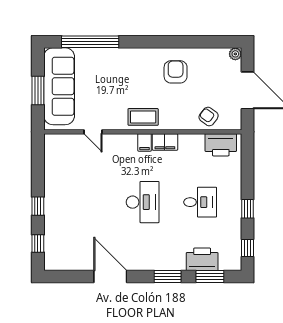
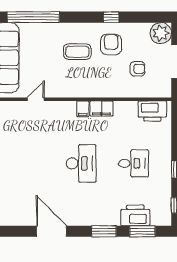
window: (176, 42) -> (111, 17), added
plant: (235, 54) -> (161, 33), width x1.88, depth x1.88
coffee table: (143, 117) -> (77, 52), moved
armchair: (209, 117) -> (137, 69), moved, turned 143
door: (93, 132) -> (36, 99), swing flipped

